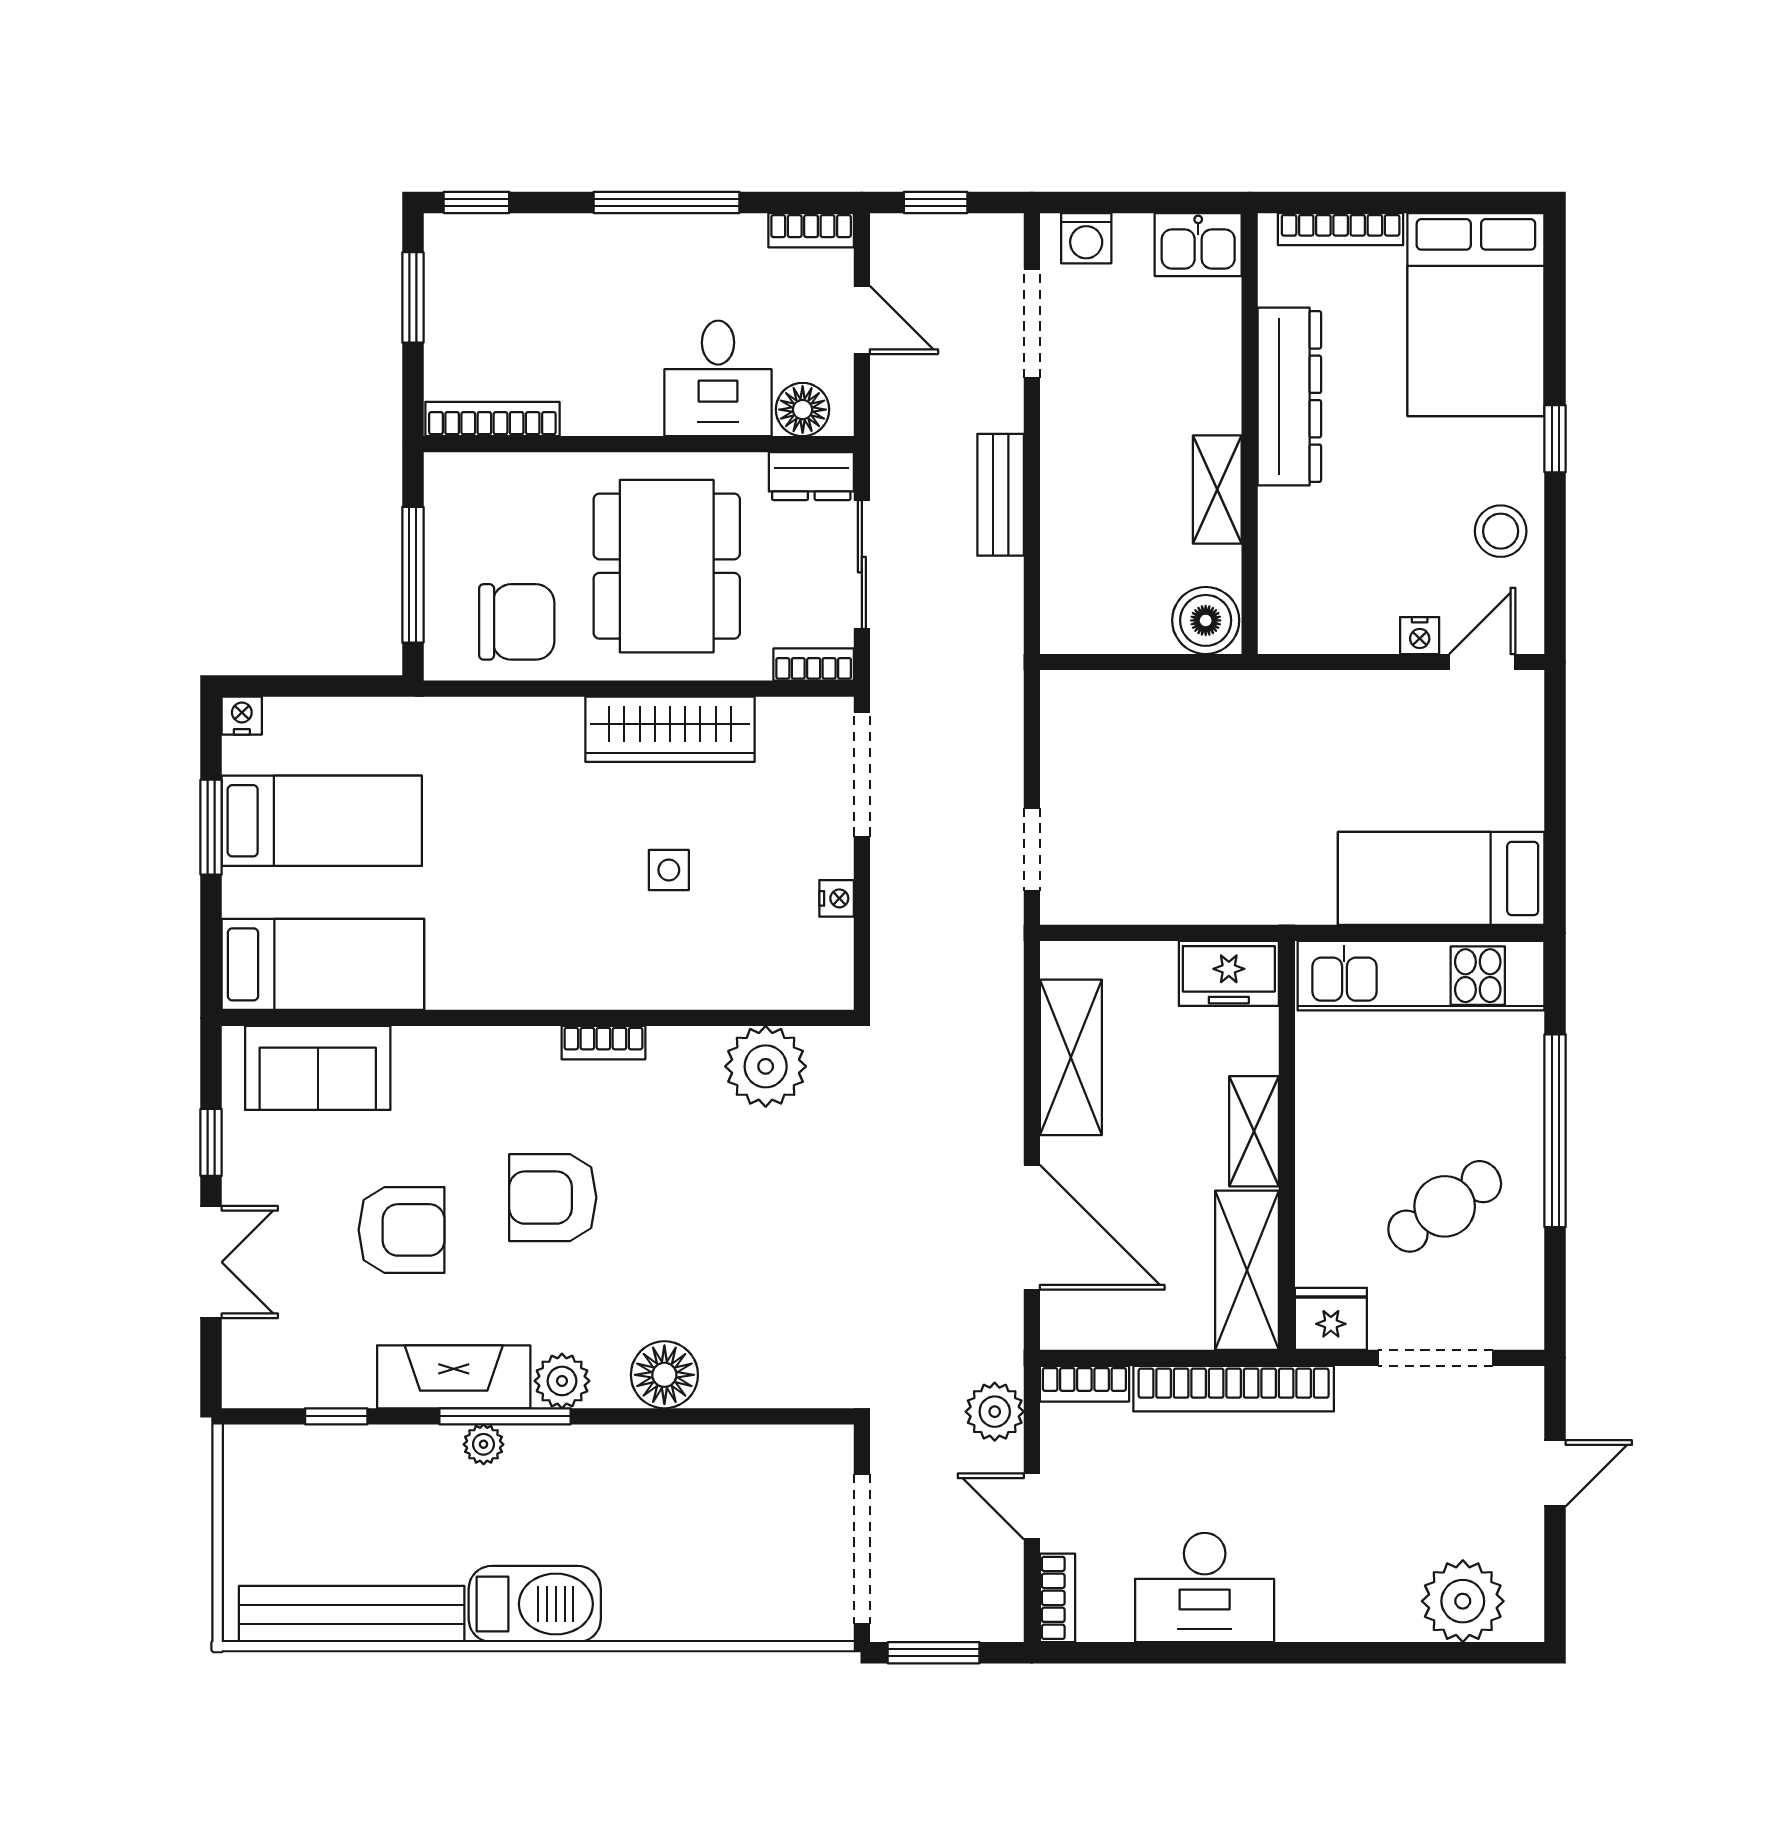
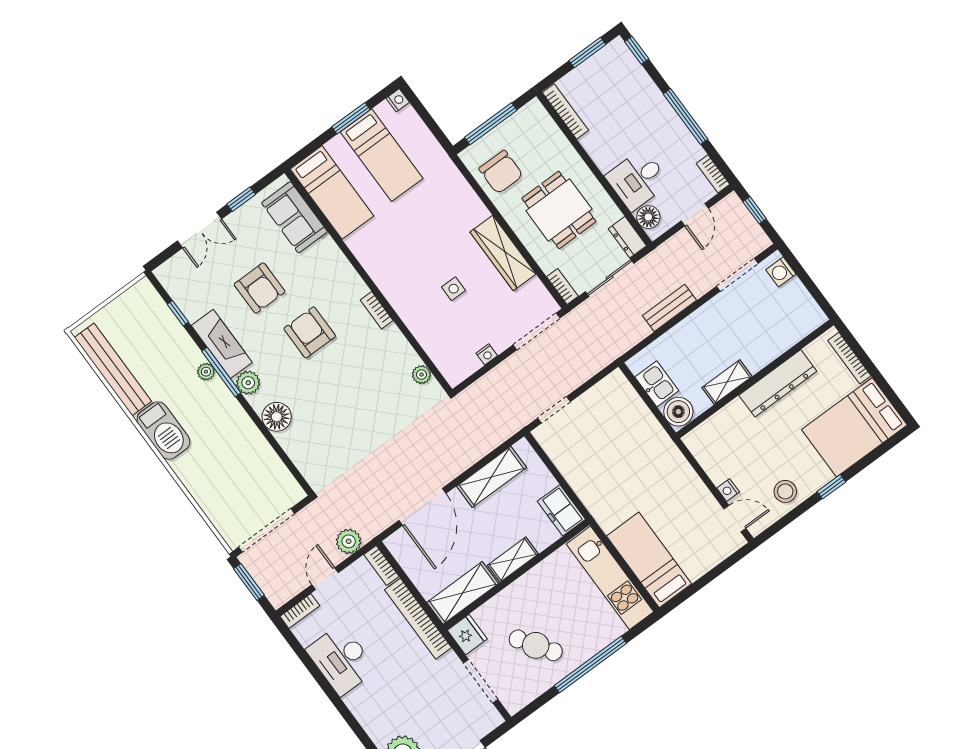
kitchen sink: (1198, 245) -> (657, 384), moved, turned 180
dining table: (667, 566) -> (559, 210), width x0.73
plant: (766, 1066) -> (421, 375), width x0.53, depth x0.53

